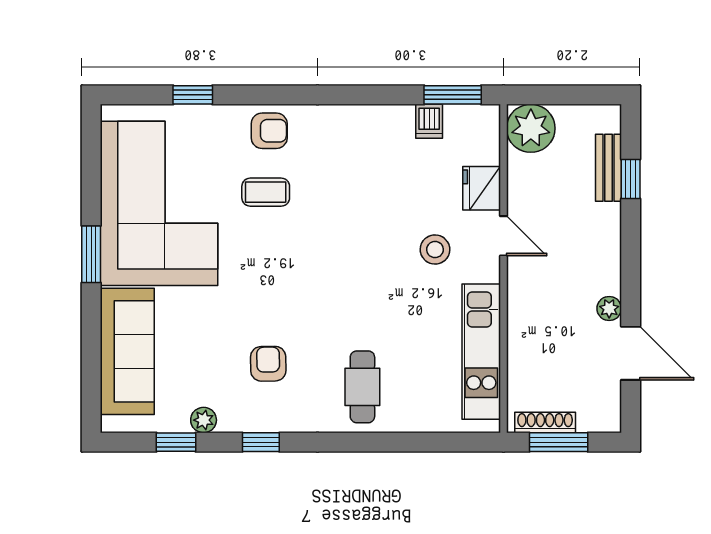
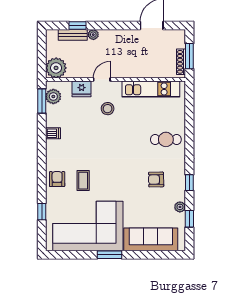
dishwasher: (429, 121) -> (53, 133), moved
plant: (463, 122) -> (53, 97), added
plant: (609, 309) -> (93, 35), moved

